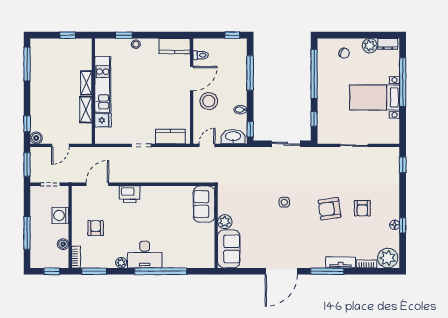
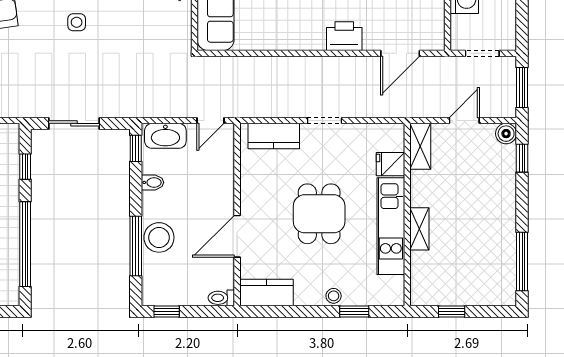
toilet: (201, 55) -> (221, 298), moved
dining table: (144, 92) -> (319, 214), added
stool: (209, 101) -> (159, 237), moved
shelving: (86, 110) -> (420, 146), moved

